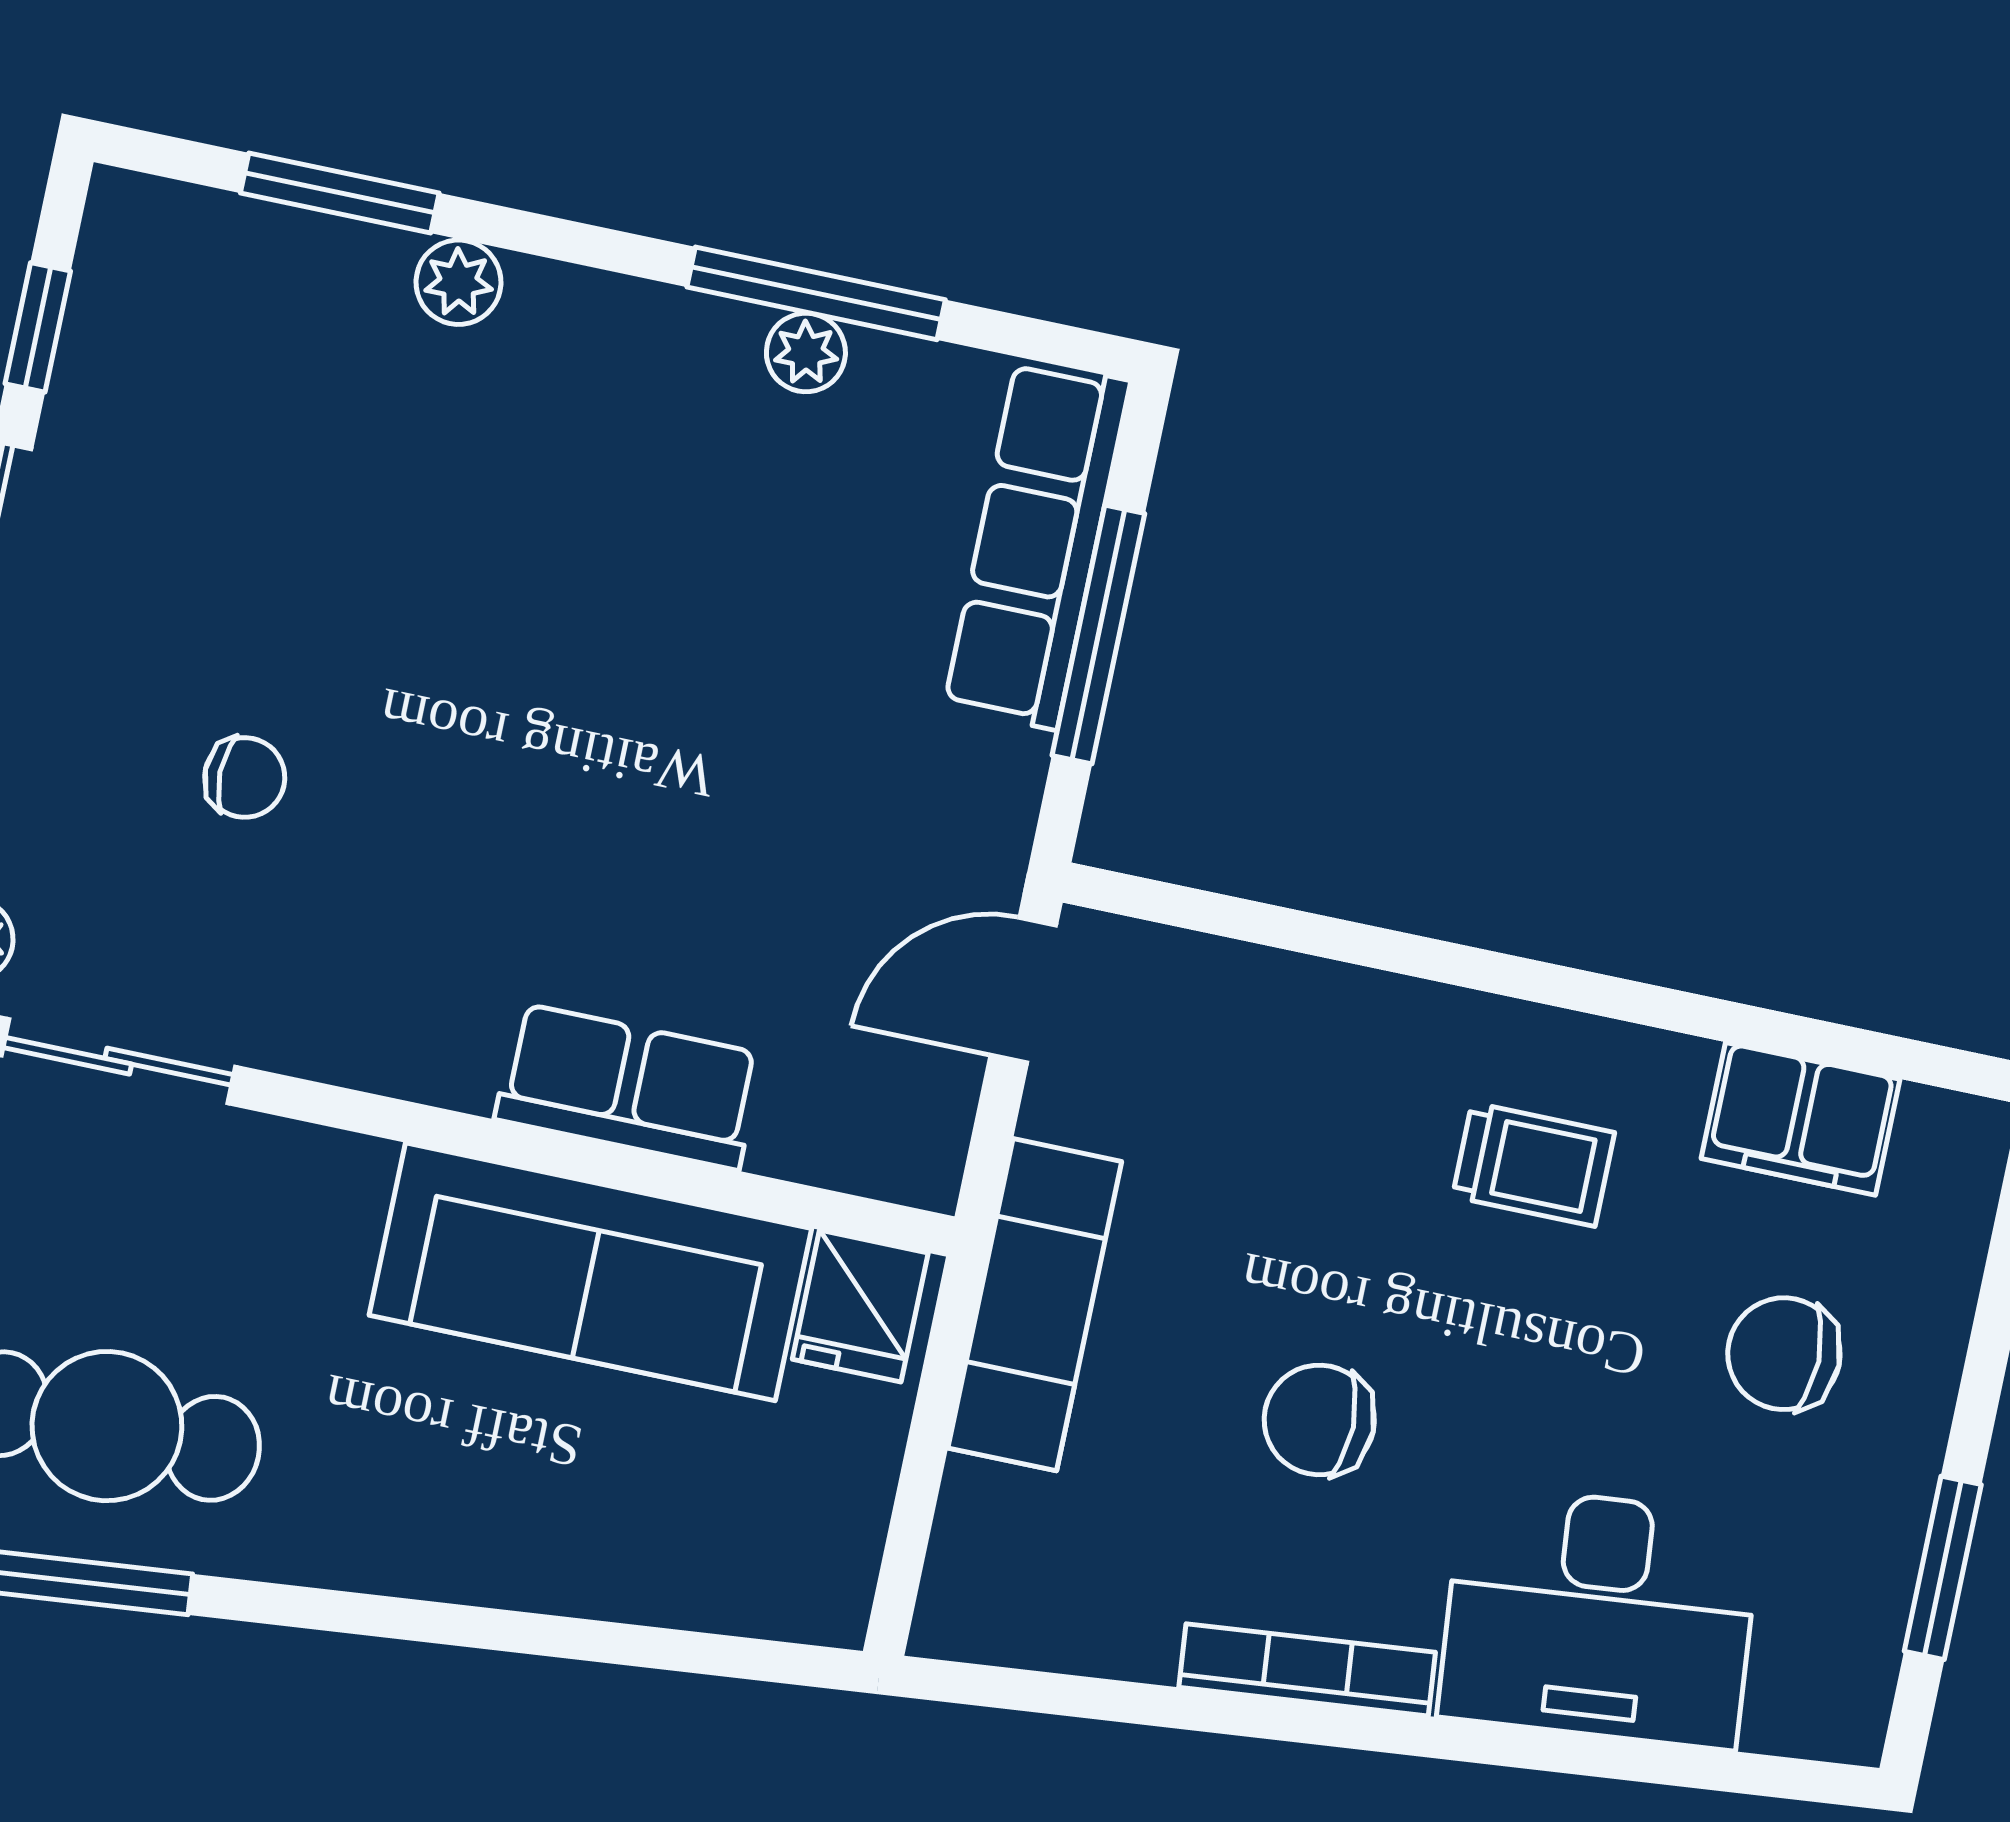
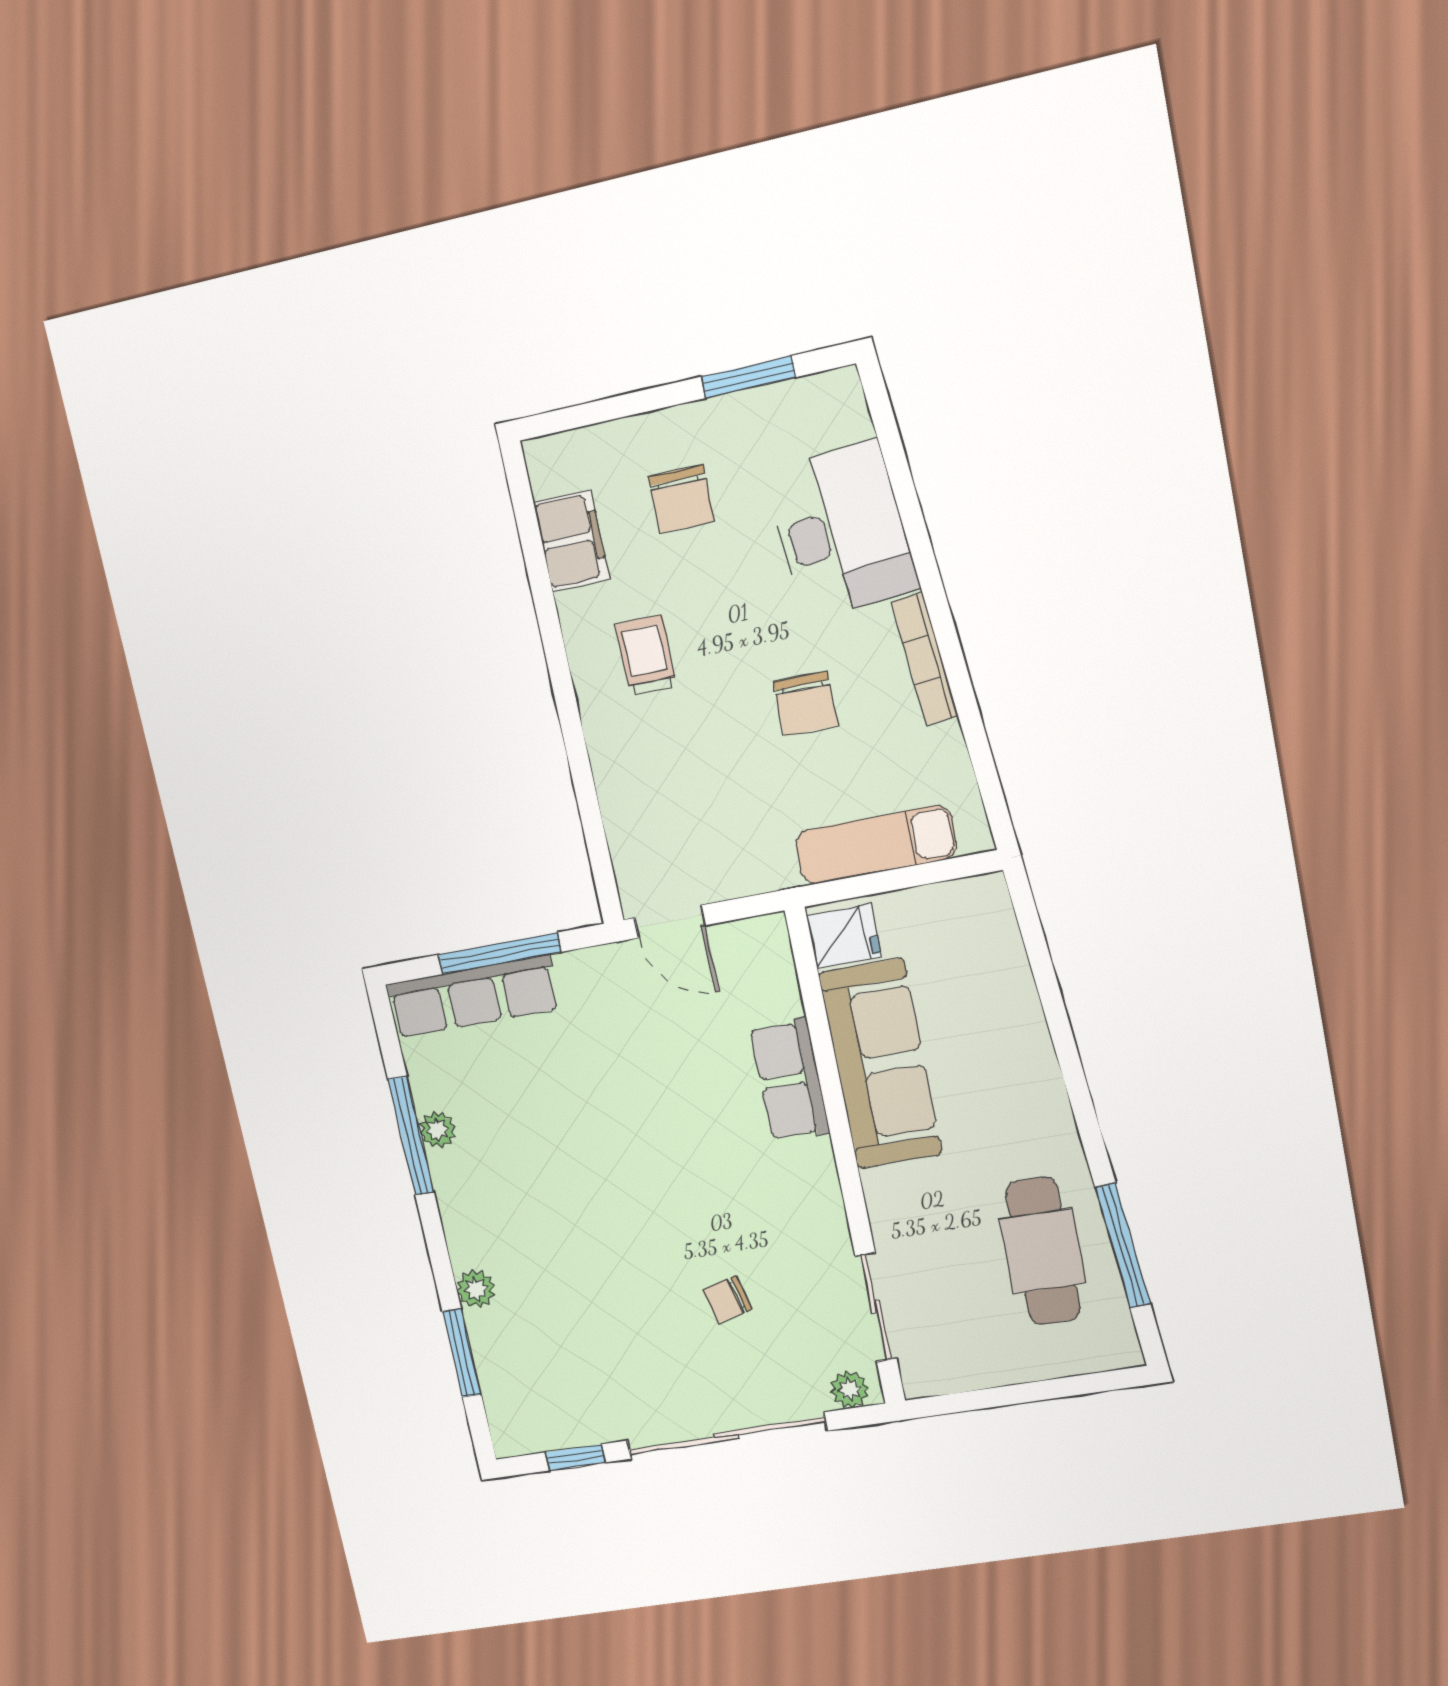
chair: (245, 777) -> (727, 1299), turned -104
exam couch: (1035, 1305) -> (876, 845), moved

